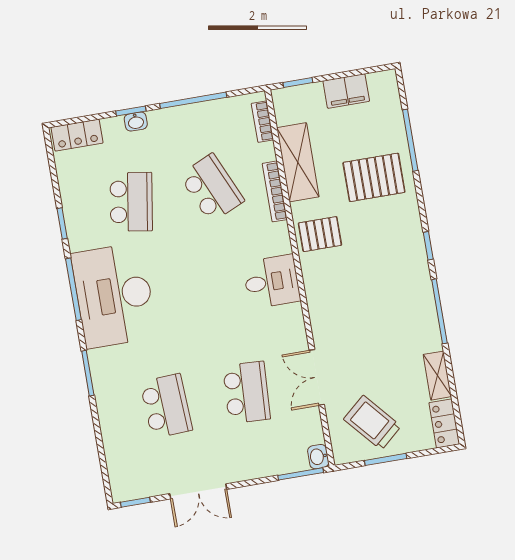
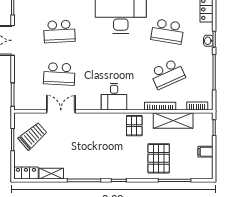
filing cabinet: (346, 91) -> (206, 152), width x0.50
washbasin: (318, 457) -> (20, 105), removed

